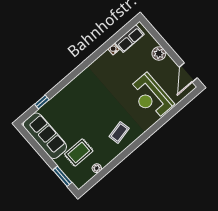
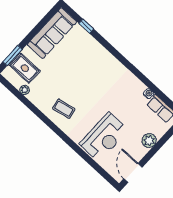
door: (188, 72) -> (133, 173), hinge flipped
reception desk: (151, 97) -> (104, 137), turned 180
rug: (79, 153) -> (25, 68), moved

